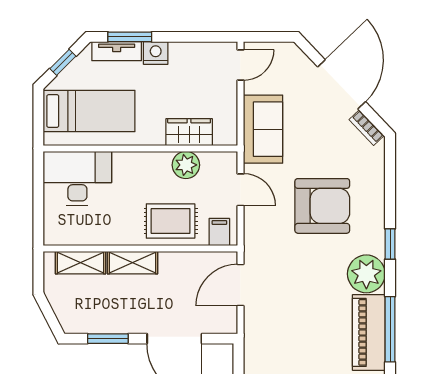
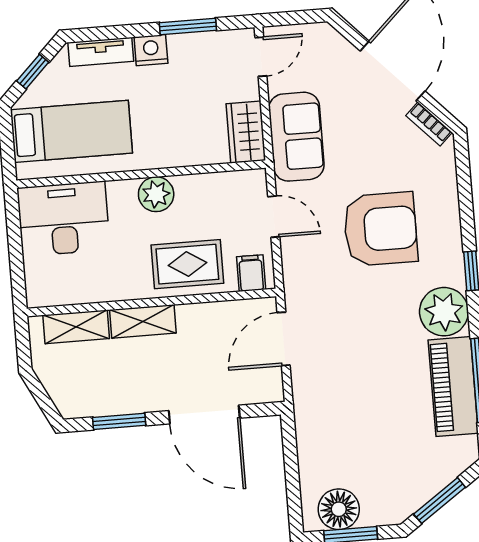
window: (130, 37) -> (188, 26), moved
wardrobe: (189, 132) -> (246, 132), moved, turned -90
plant: (186, 165) -> (156, 194), moved

